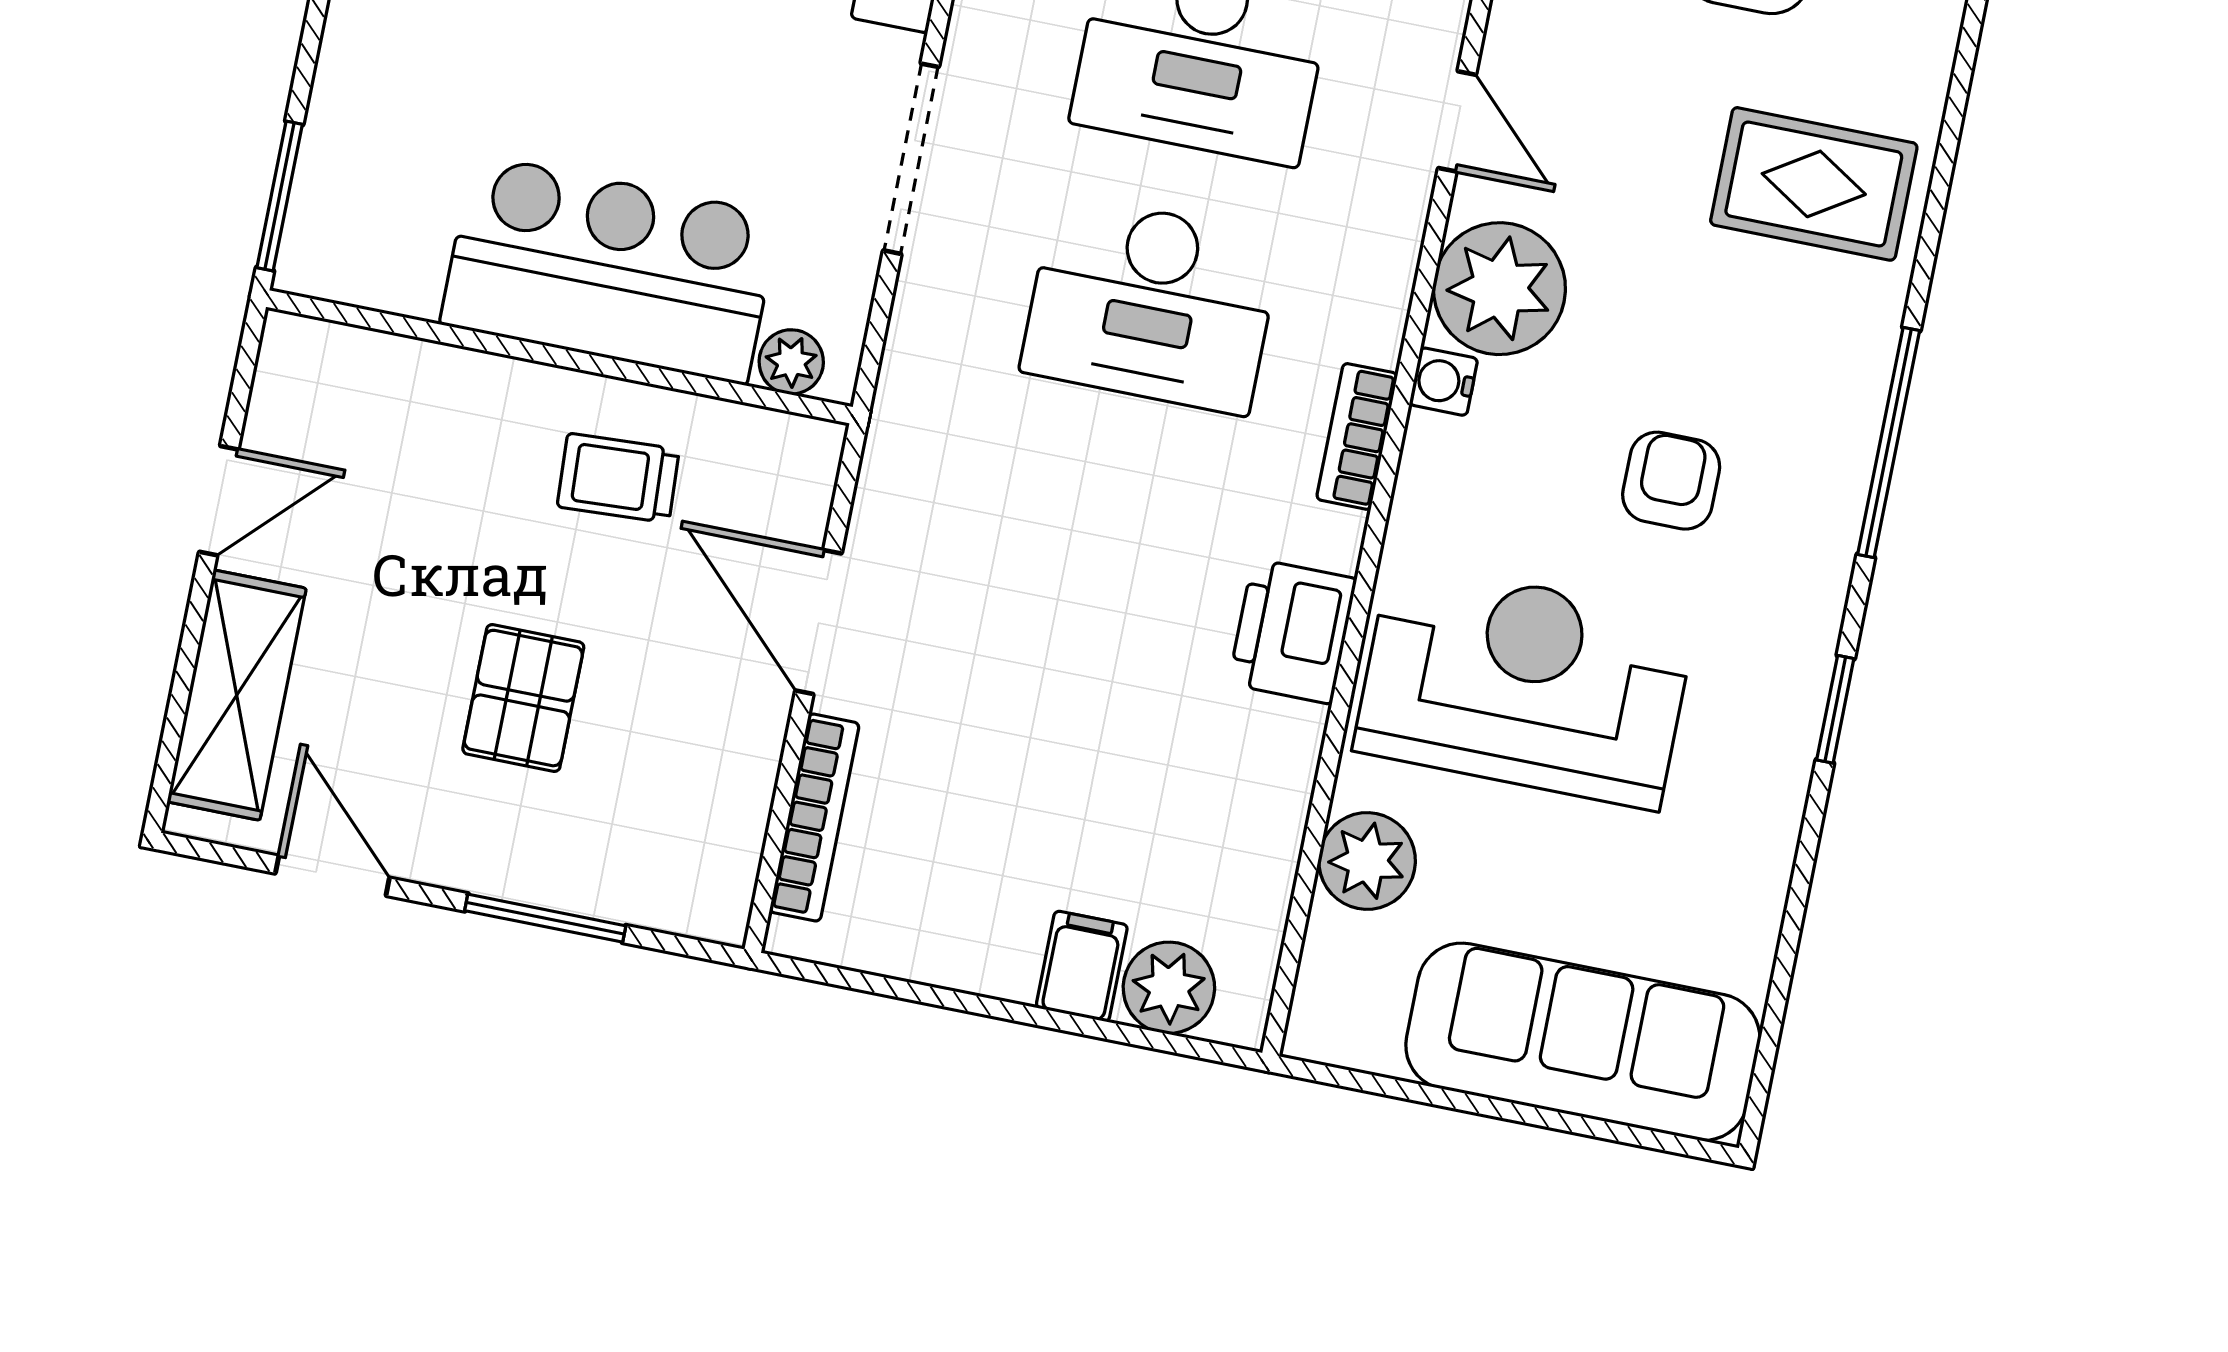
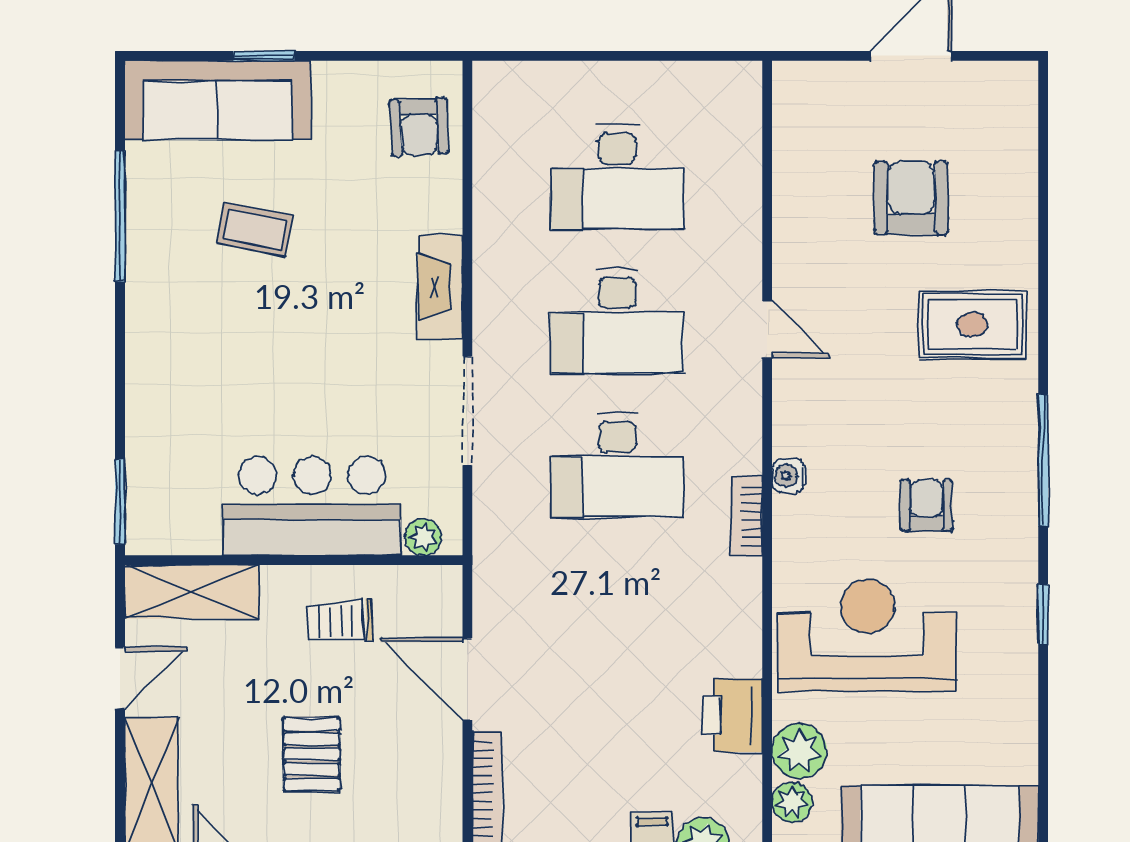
plant: (1499, 289) -> (792, 802), moved, width x0.53, depth x0.53
shelving: (373, 376) -> (192, 592), added
printer: (1292, 631) -> (732, 715), moved

